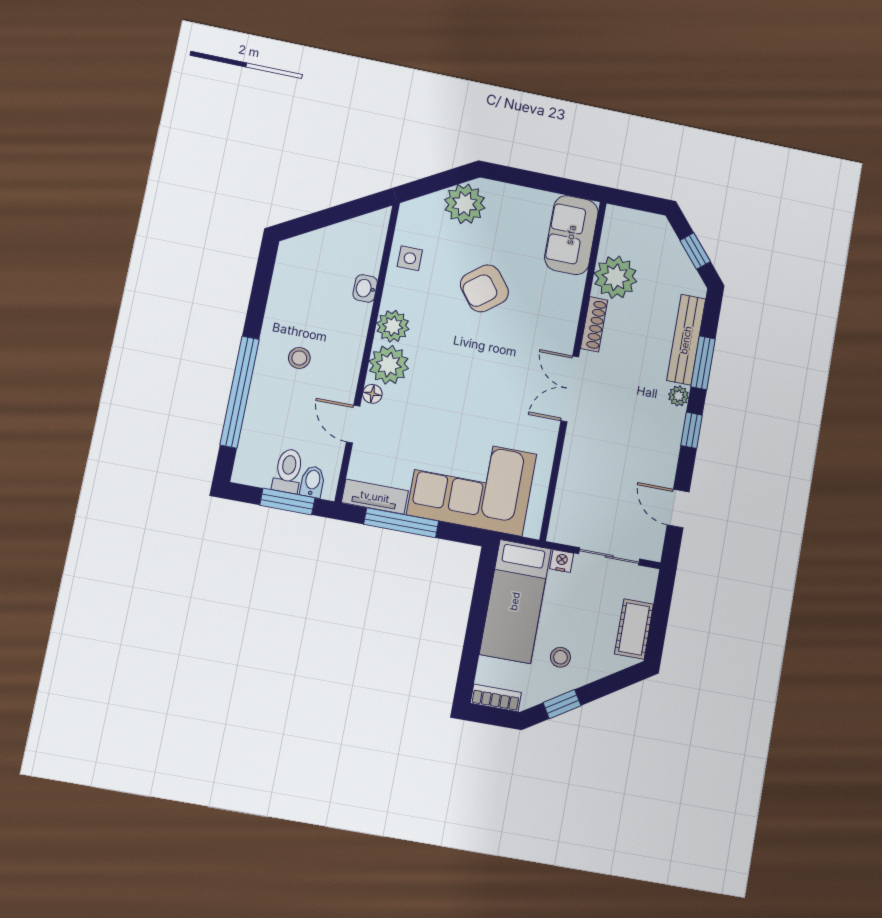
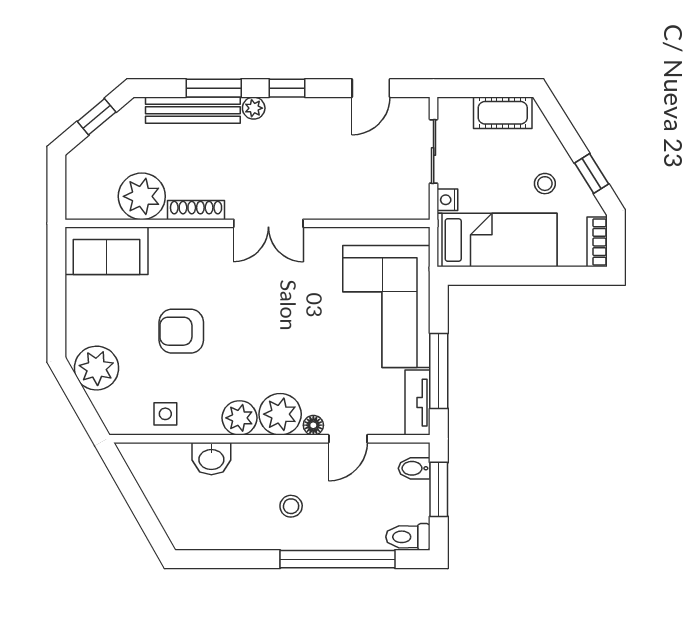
washbasin: (365, 288) -> (211, 459), width x1.38, depth x1.45
armchair: (484, 288) -> (181, 331), turned 128
toilet: (288, 471) -> (408, 537), moved

